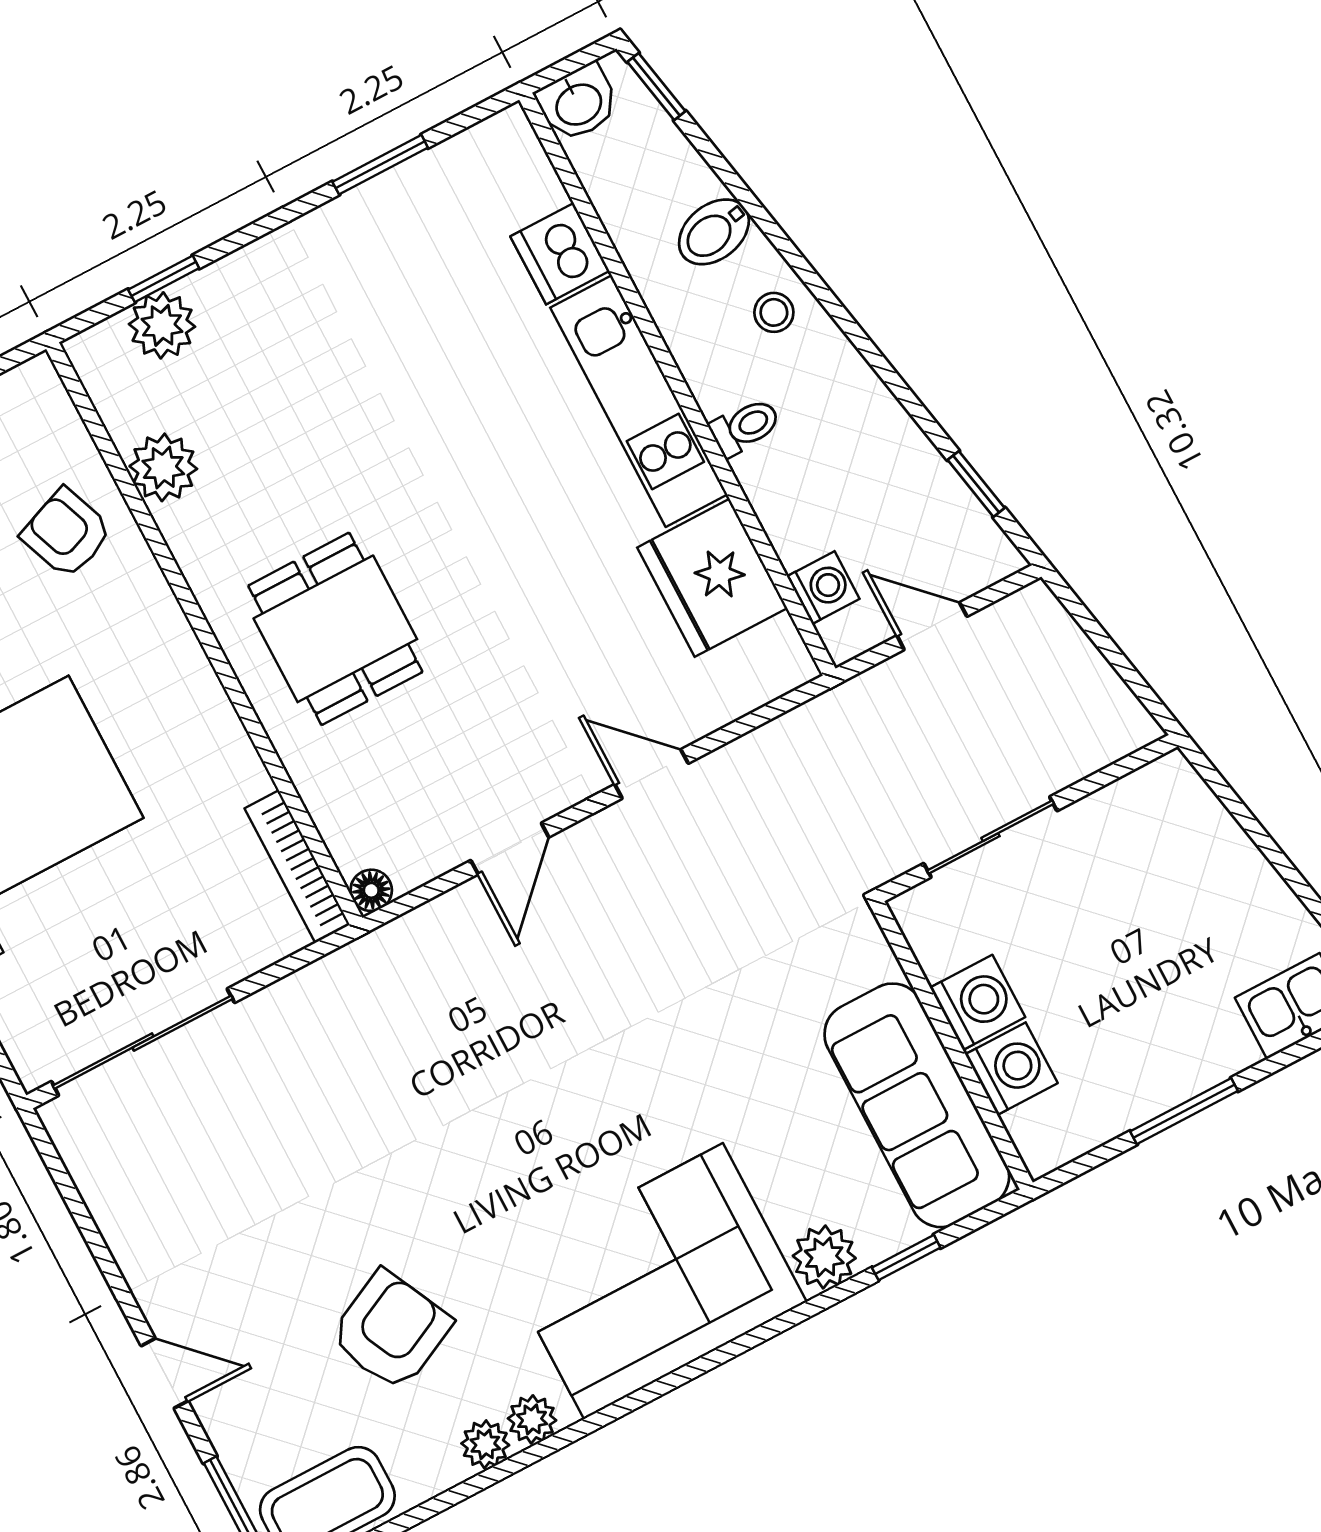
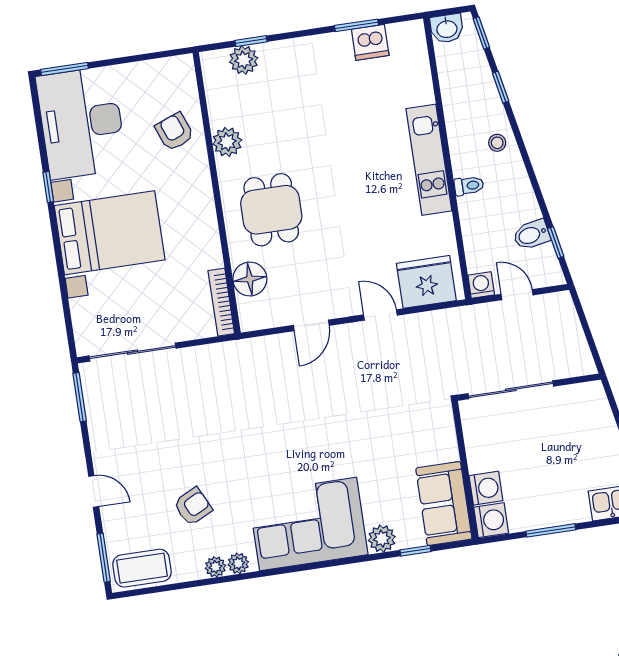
window: (739, 189) -> (501, 87), added
bidet: (714, 232) -> (532, 235), moved
dishwasher: (560, 254) -> (370, 42), moved, turned -90
plant: (163, 467) -> (227, 142), moved
fridge: (712, 578) -> (426, 282), moved, turned 90
washing machine: (823, 588) -> (481, 285), moved, turned -90
sliding door: (990, 837) -> (511, 390), width x1.37
floor lamp: (371, 890) -> (250, 279), moved, width x1.89, depth x1.89
washing machine: (978, 1002) -> (491, 520), moved
sofa: (917, 1105) -> (444, 504), width x0.73
window: (63, 1180) -> (80, 397), added
armchair: (391, 1330) -> (193, 506), width x0.72, depth x0.72

